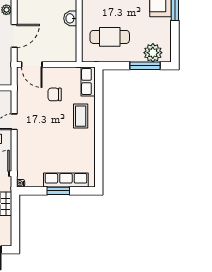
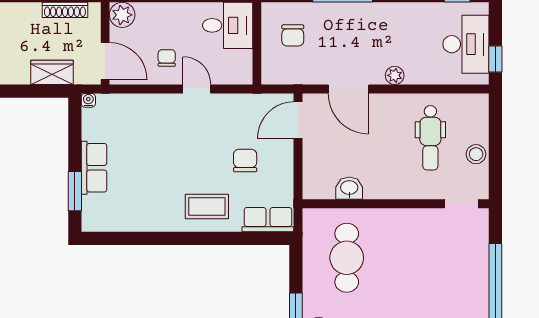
washbasin: (70, 18) -> (349, 188), moved
row of seats: (66, 180) -> (94, 168), width x0.68
window: (58, 191) -> (75, 191), moved

